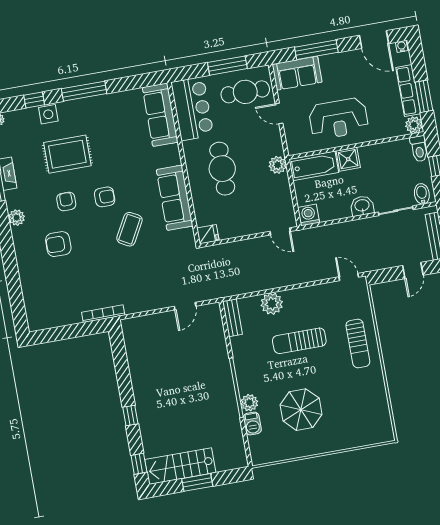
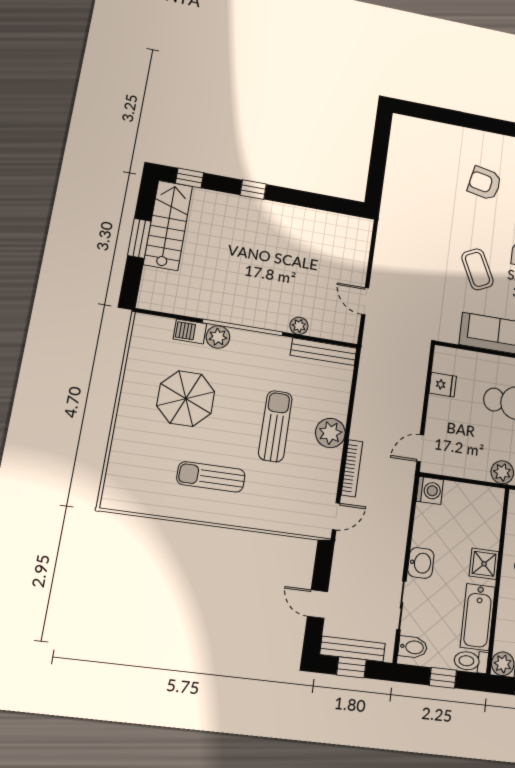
bathtub: (314, 166) -> (478, 617), moved
coffee table: (129, 229) -> (477, 269), turned 35
fridge: (208, 234) -> (443, 385), moved, turned -90
armchair: (58, 244) -> (485, 183), turned -79
plant: (272, 304) -> (330, 433), moved
bookcase: (103, 314) -> (352, 468), moved
bench: (232, 318) -> (324, 352), width x1.36
sun lounger: (358, 343) -> (211, 477), moved
plant: (221, 348) -> (299, 326), added

